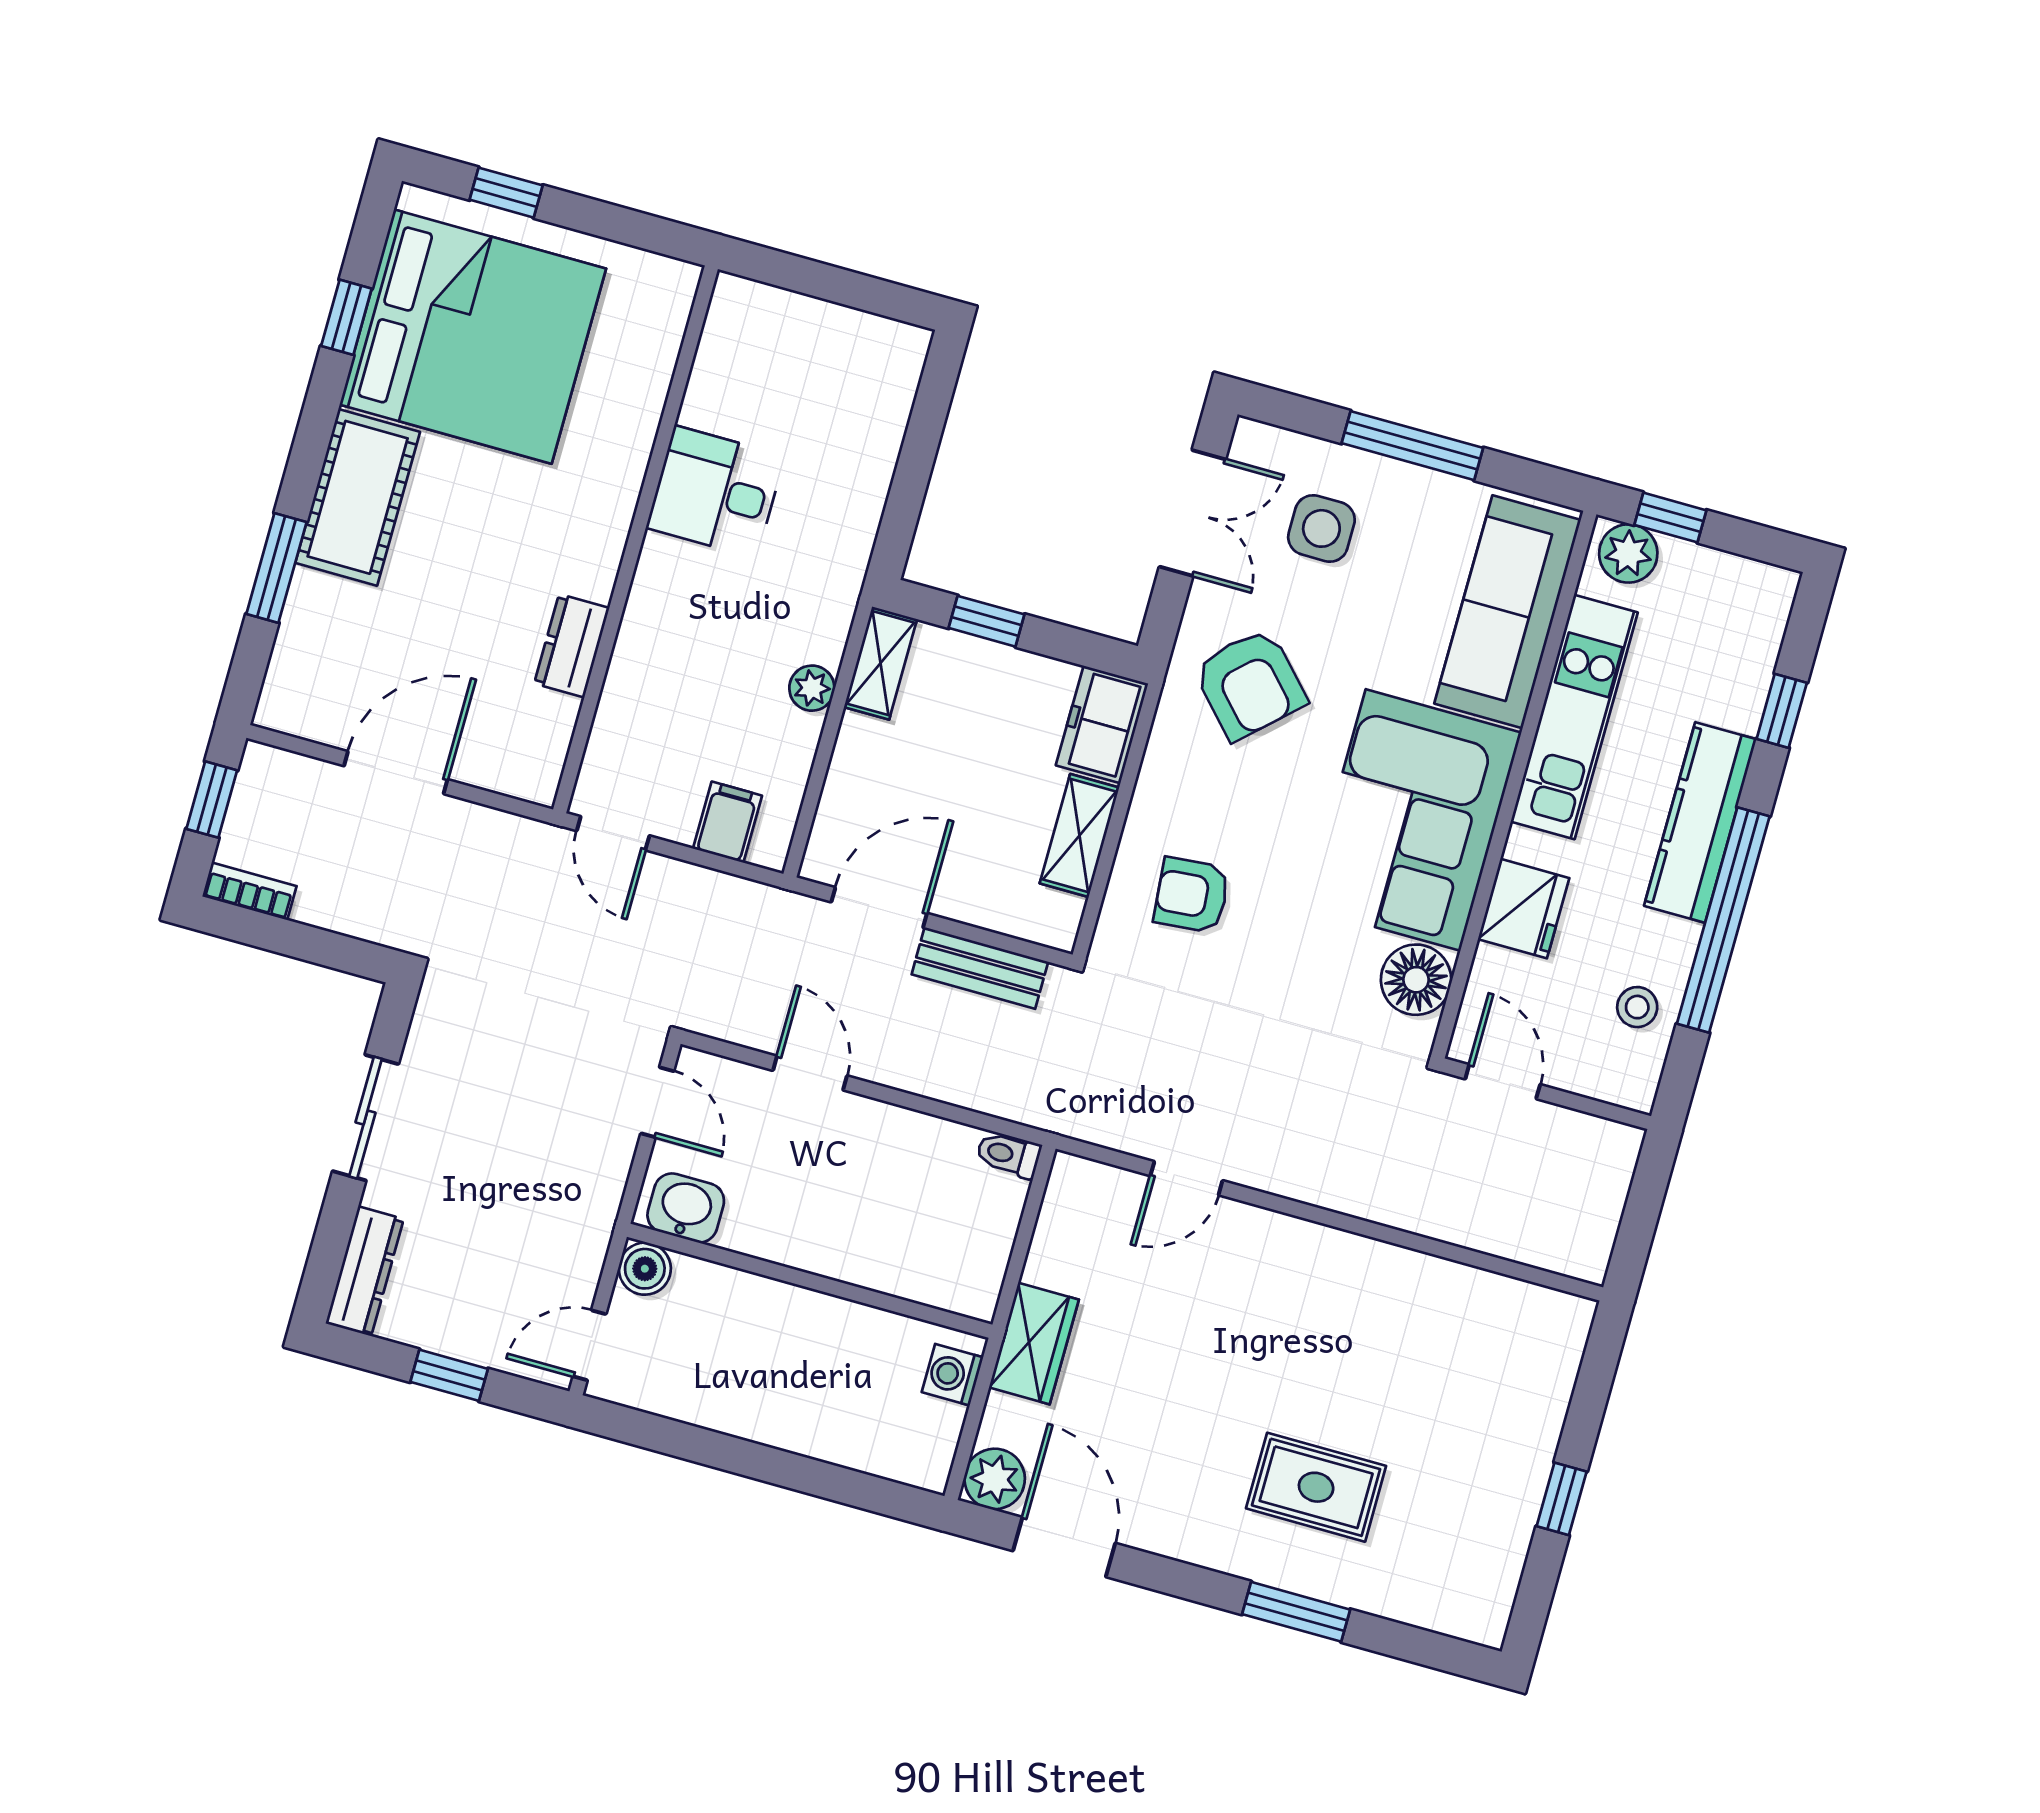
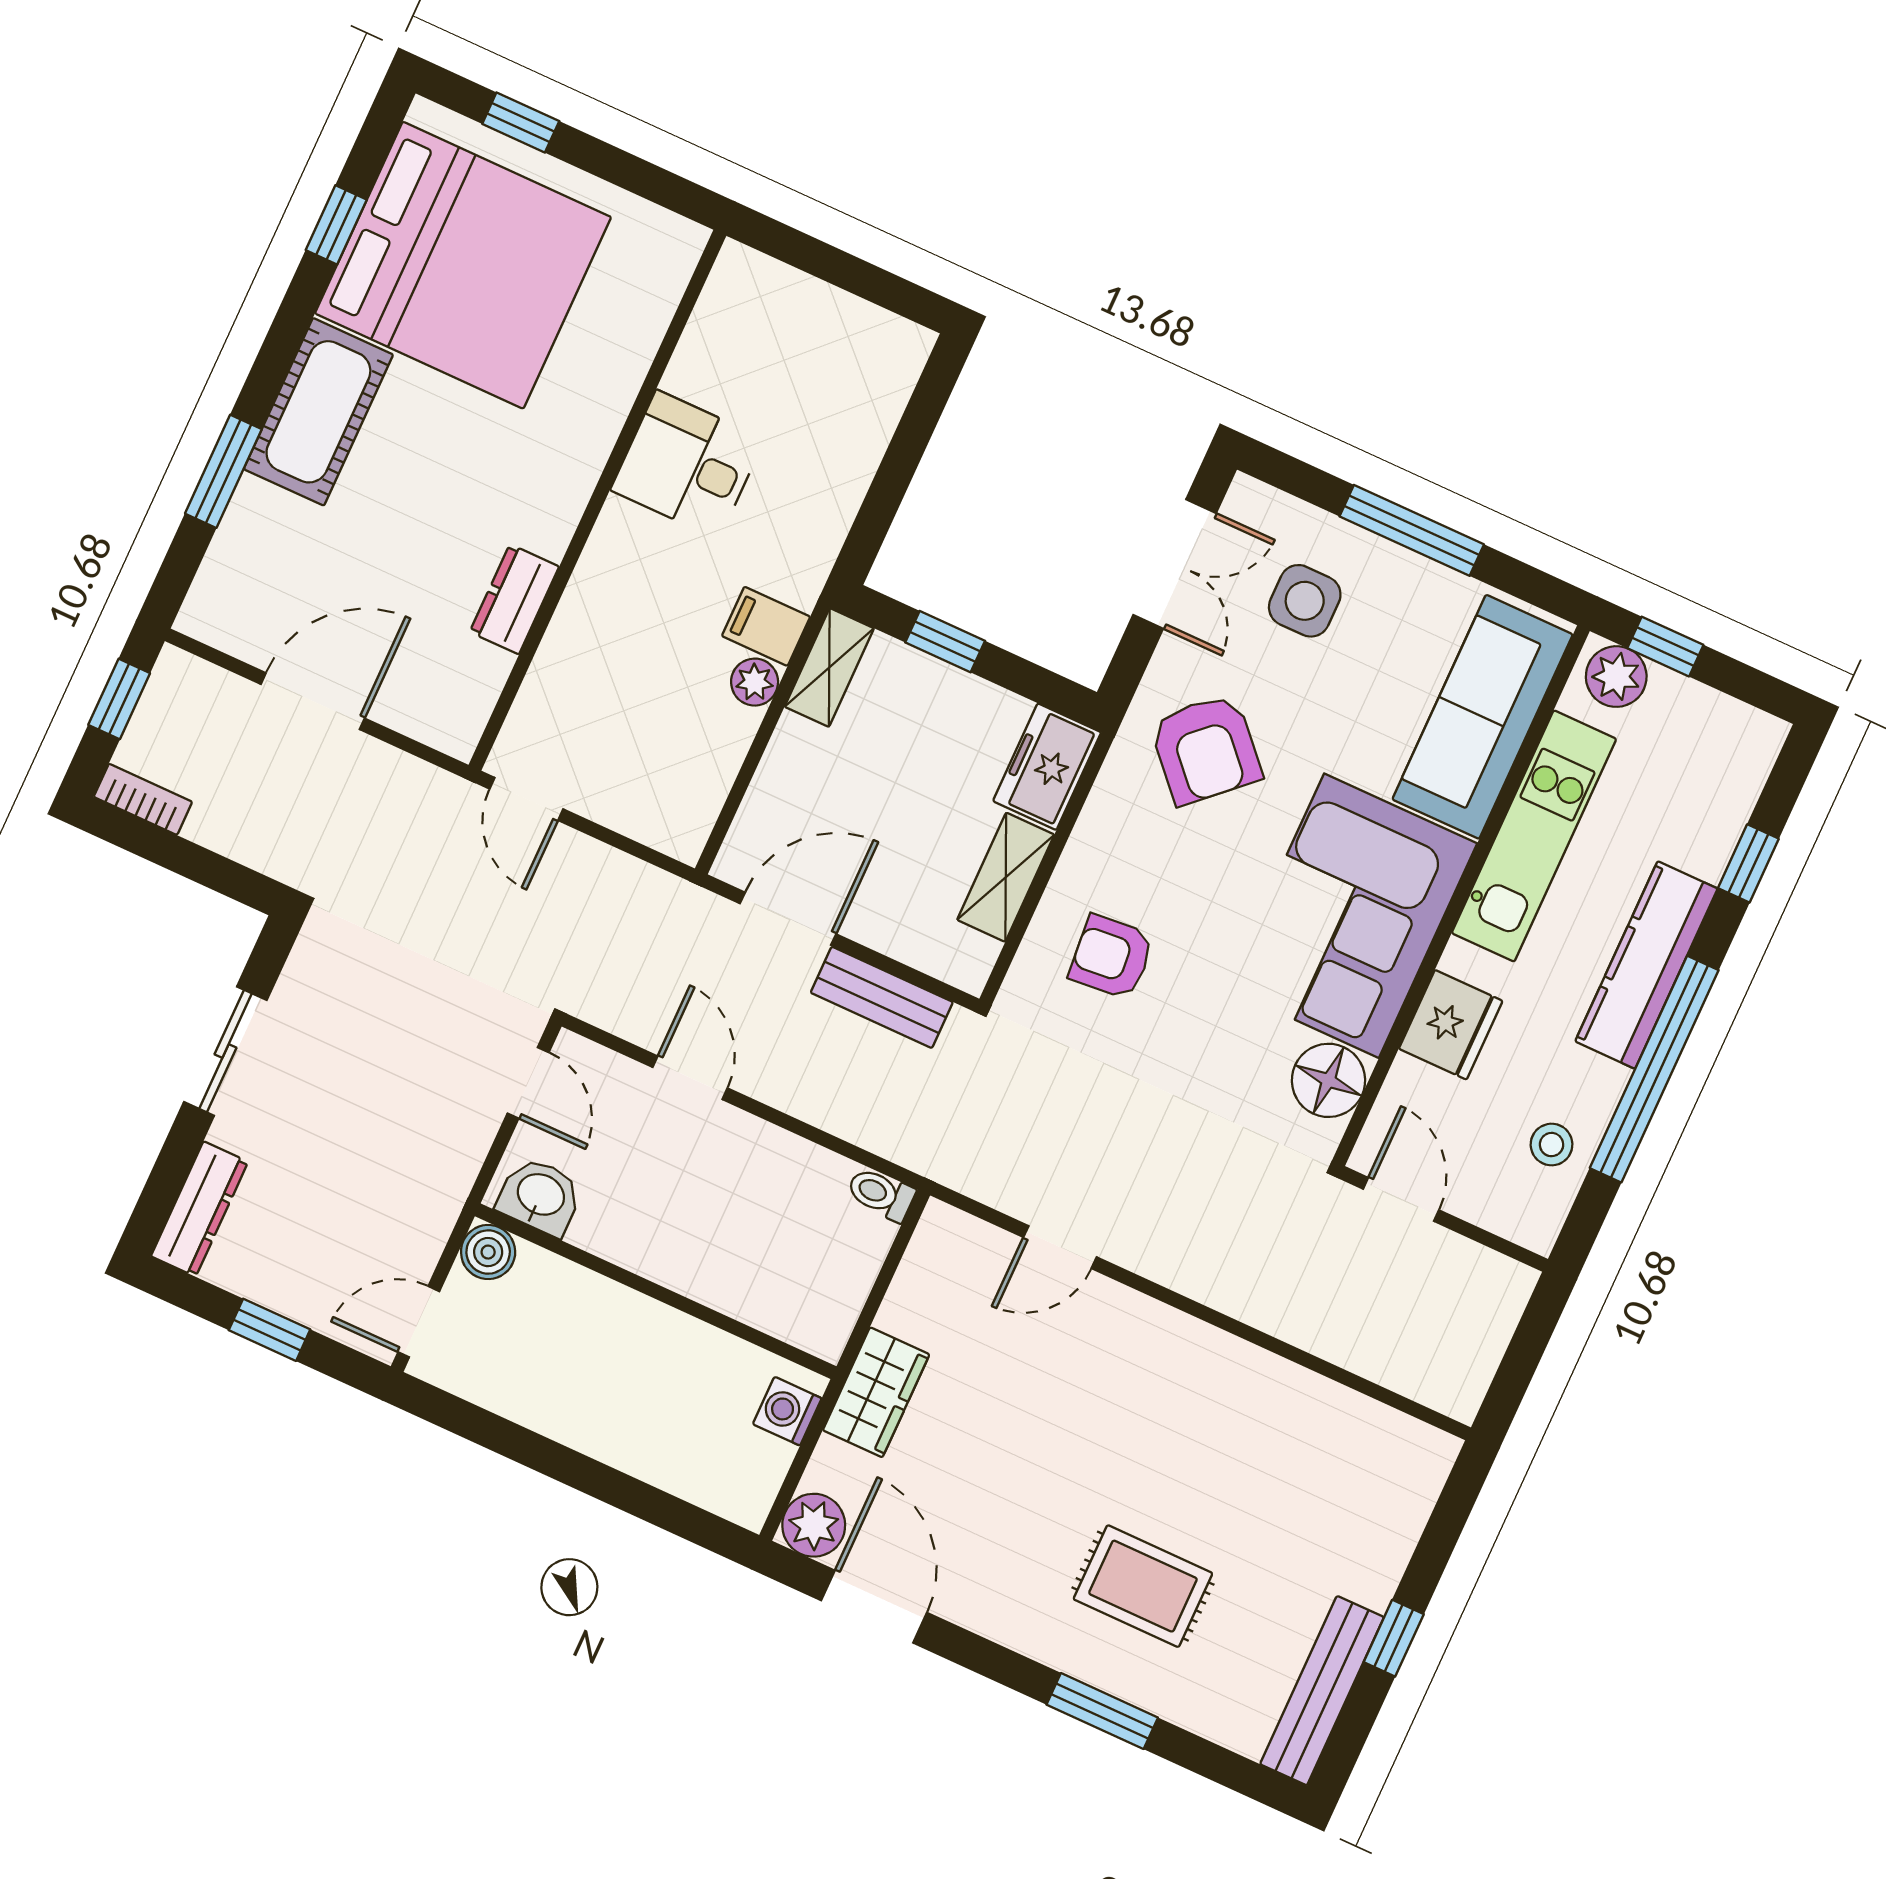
filing cabinet: (728, 822) -> (766, 626), moved, turned -90
bench: (1502, 1559) -> (1322, 1691), added

